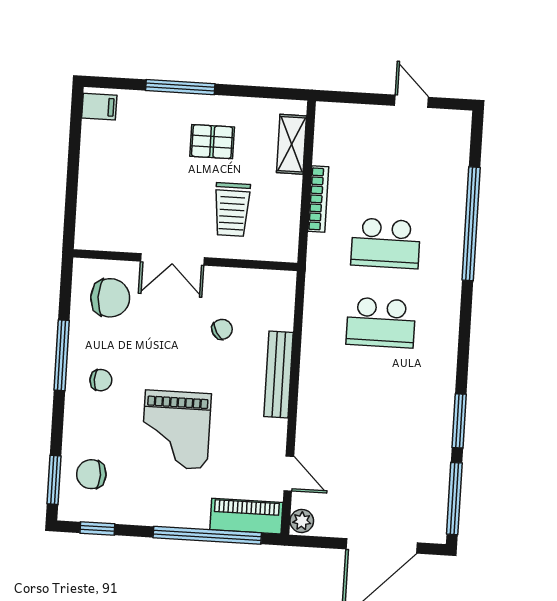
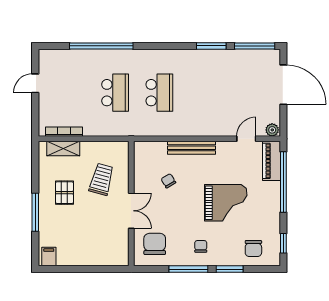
bookcase: (318, 199) -> (64, 132), moved
trolley: (232, 209) -> (101, 179), turned -75
window: (54, 480) -> (230, 269), moved

